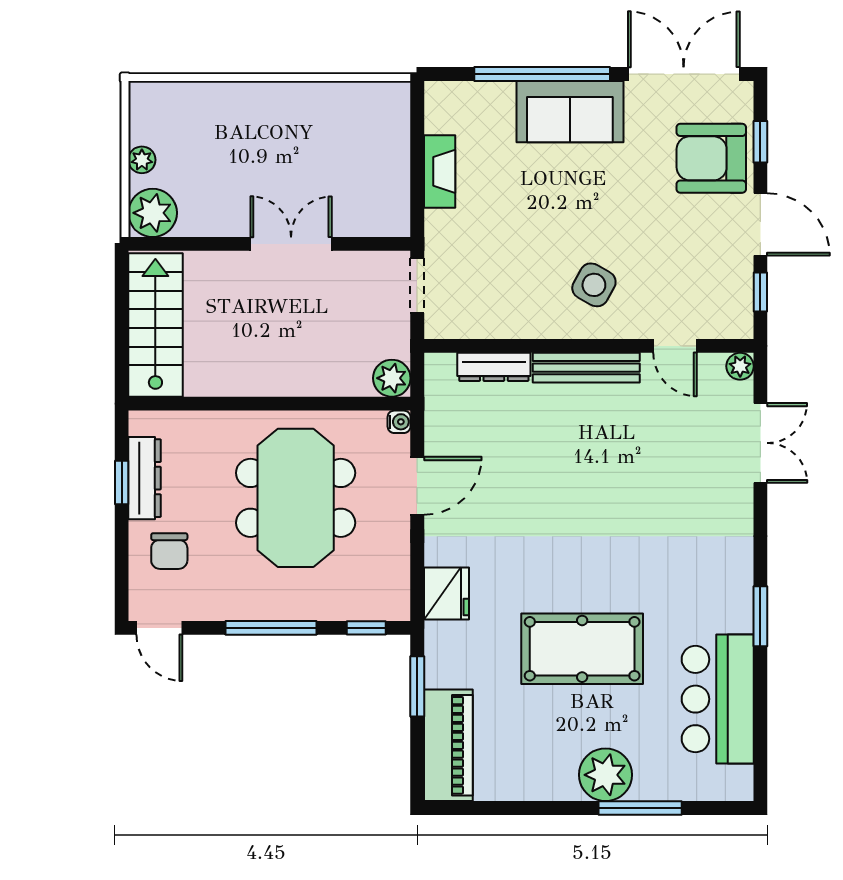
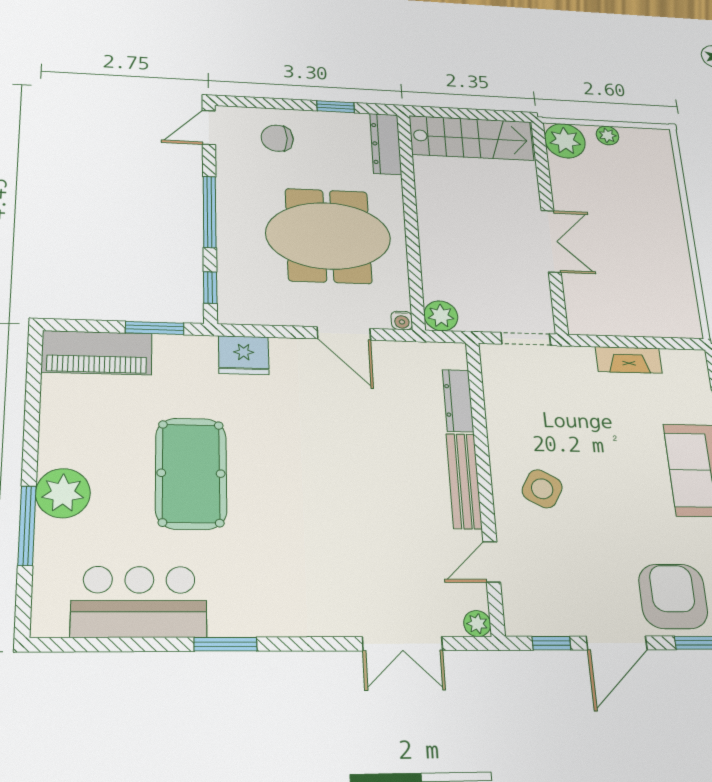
dresser: (145, 478) -> (386, 144), moved, turned 90

